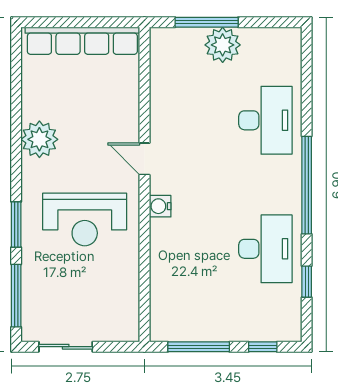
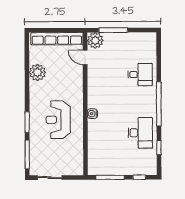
plant: (223, 45) -> (95, 40), moved
desk: (265, 120) -> (140, 74), width x0.73
plant: (39, 139) -> (37, 72), moved
door: (144, 159) -> (85, 57), moved
reception desk: (85, 219) -> (58, 120), turned 90

